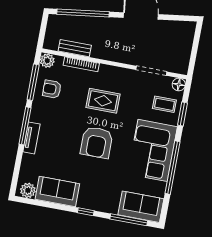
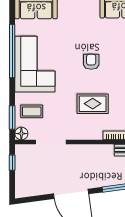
window: (193, 57) -> (12, 163), added
window: (183, 114) -> (12, 117), moved
armchair: (97, 142) -> (91, 62), width x0.53, depth x0.53

